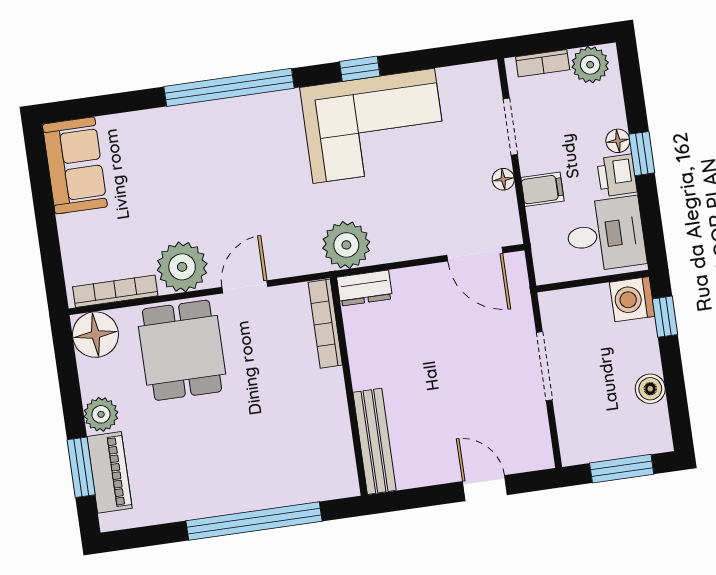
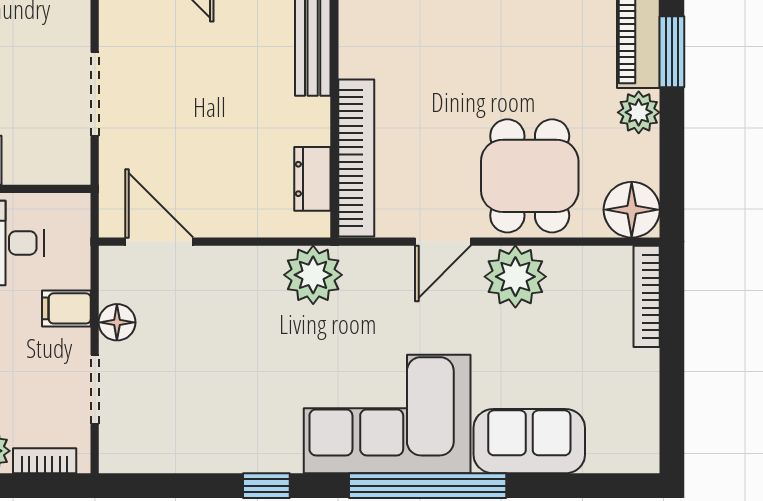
corner sofa: (374, 126) -> (387, 414), moved
sofa: (75, 165) -> (529, 441), moved, turned 90
floor lamp: (503, 179) -> (117, 322), width x1.37, depth x1.37
dresser: (365, 288) -> (312, 179), moved, turned -90
bookcase: (115, 291) -> (647, 296), moved, turned 90
bookcase: (325, 324) -> (356, 158), width x1.48, depth x1.31

